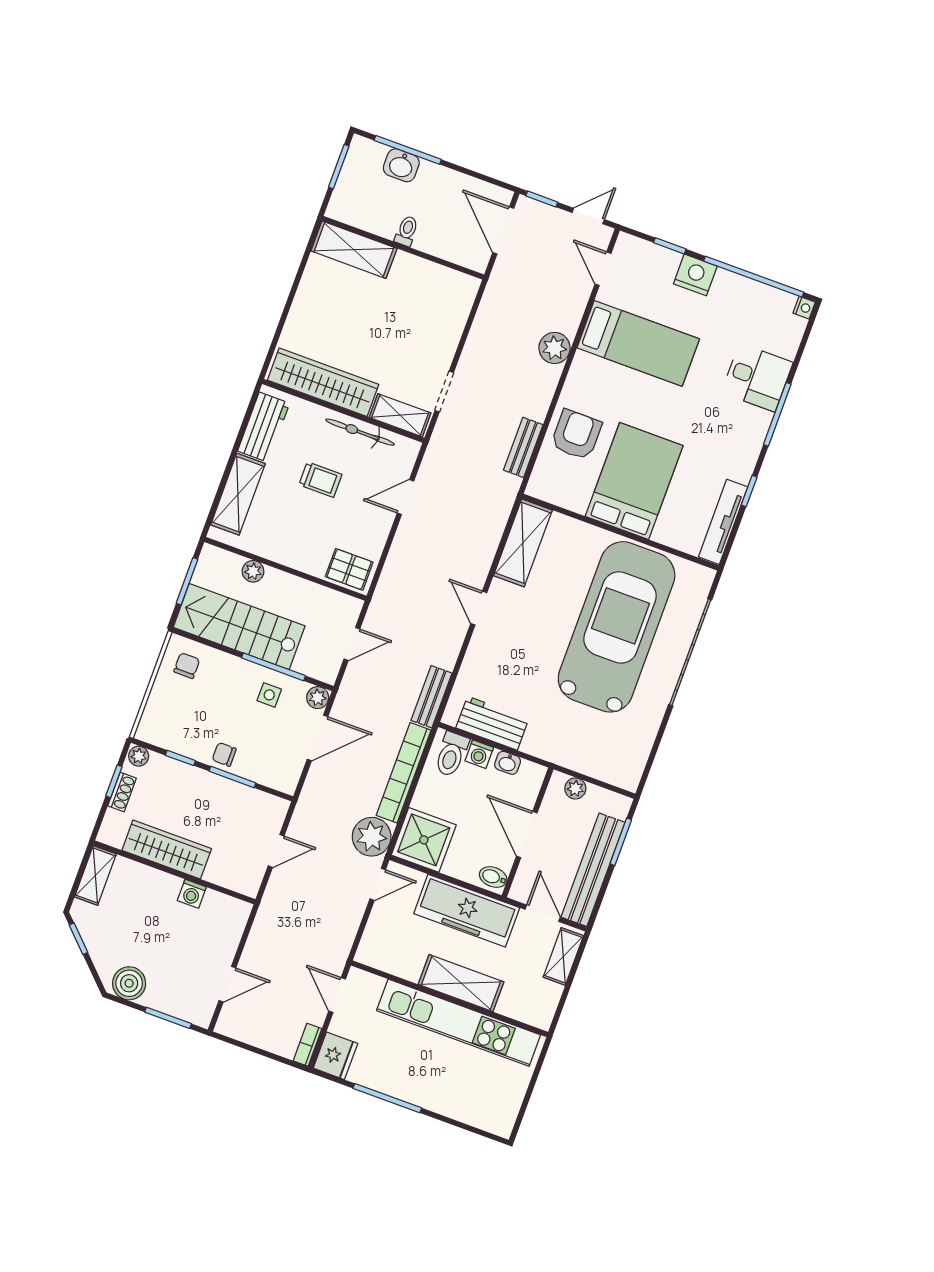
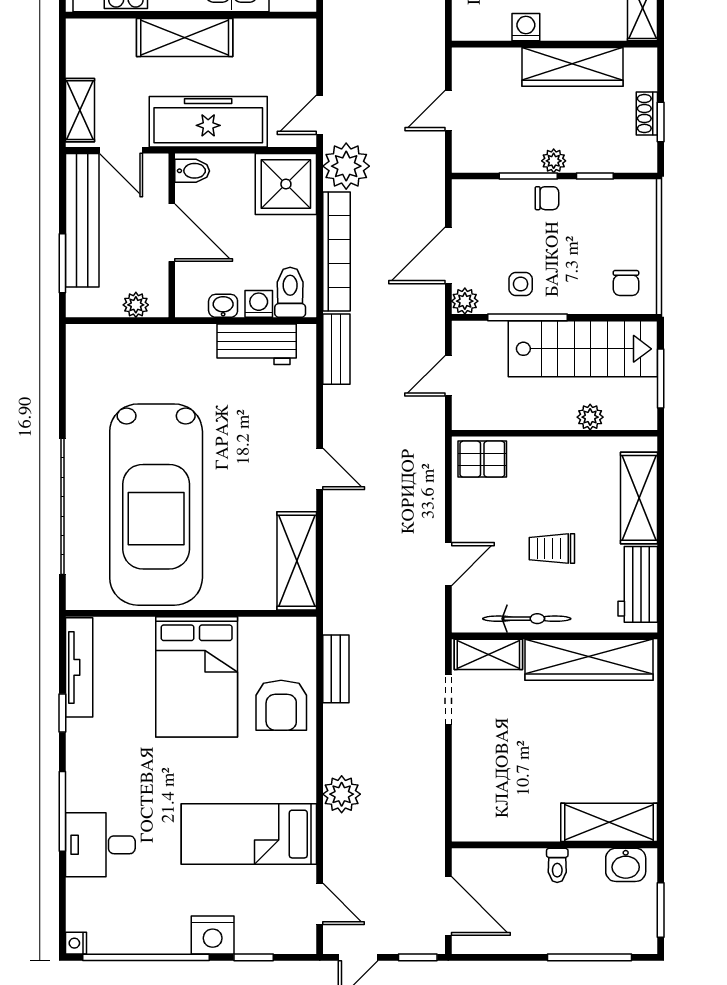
washbasin: (401, 165) -> (626, 865), moved, turned 180
plant: (139, 756) -> (554, 161), moved

